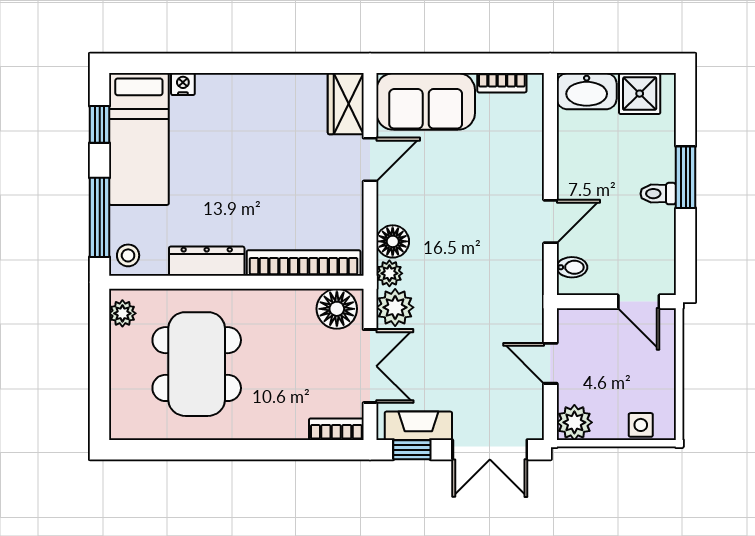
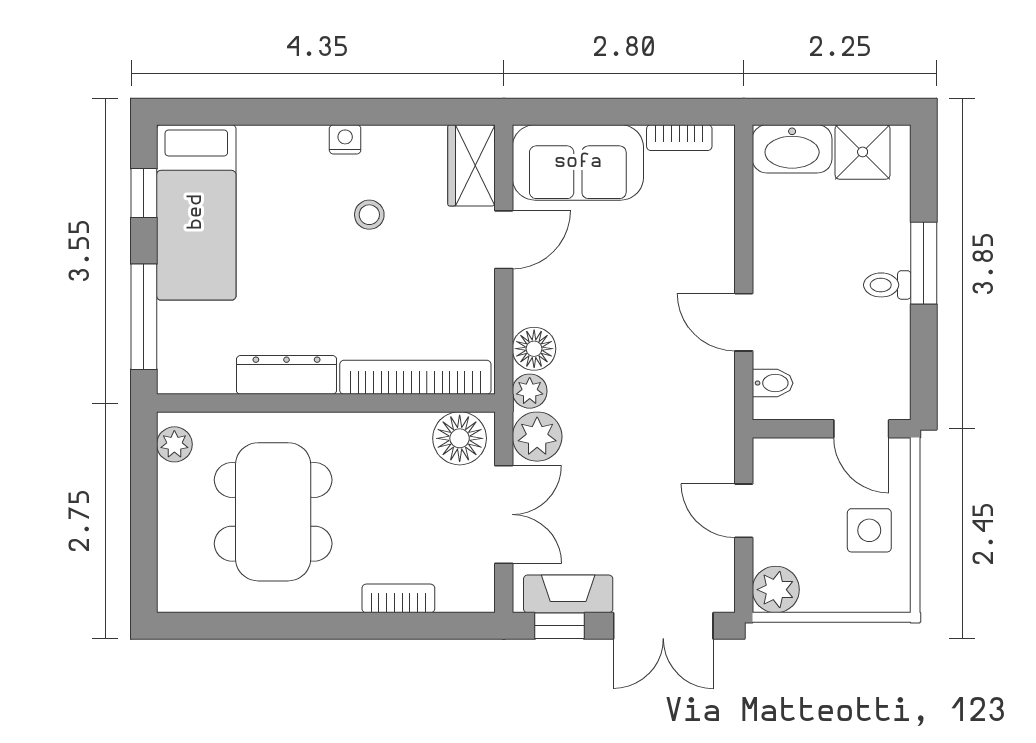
nightstand: (183, 84) -> (345, 139), moved
door: (550, 222) -> (744, 322), swing flipped
stool: (128, 255) -> (369, 215), moved
side table: (641, 425) -> (869, 530), moved, width x1.37, depth x1.37
bookcase: (336, 429) -> (398, 598), moved

